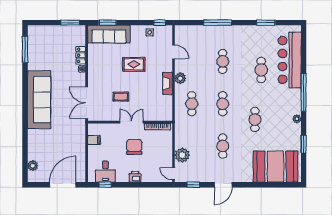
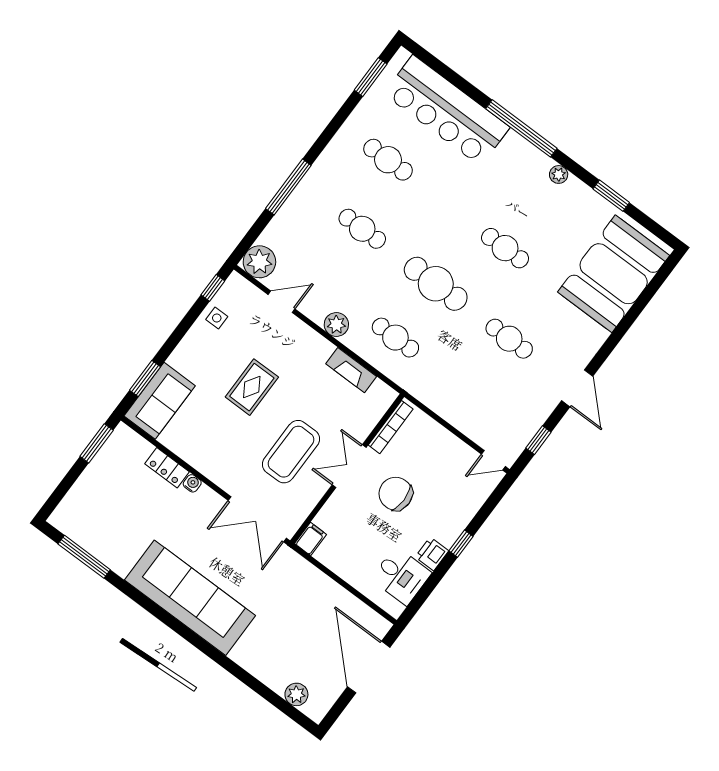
window: (266, 23) -> (371, 77), moved
sofa: (109, 34) -> (160, 401), width x0.73
cafe table: (261, 70) -> (388, 160), moved
fireplace: (168, 83) -> (351, 370), moved
coffee table: (121, 97) -> (291, 452), width x1.86, depth x1.72
cafe table: (223, 104) -> (436, 284), width x1.37, depth x1.35
filing cabinet: (94, 140) -> (311, 539), moved
plant: (182, 155) -> (259, 262), moved
printer: (135, 177) -> (432, 554), moved
window: (105, 185) -> (461, 544), moved

